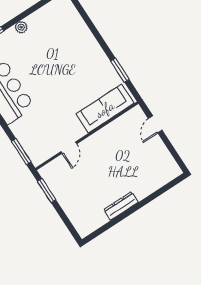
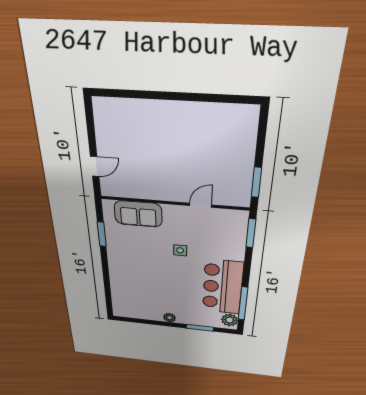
side table: (57, 100) -> (180, 250), added
sofa: (105, 109) -> (138, 214), width x0.73
dresser: (121, 206) -> (187, 110), removed

